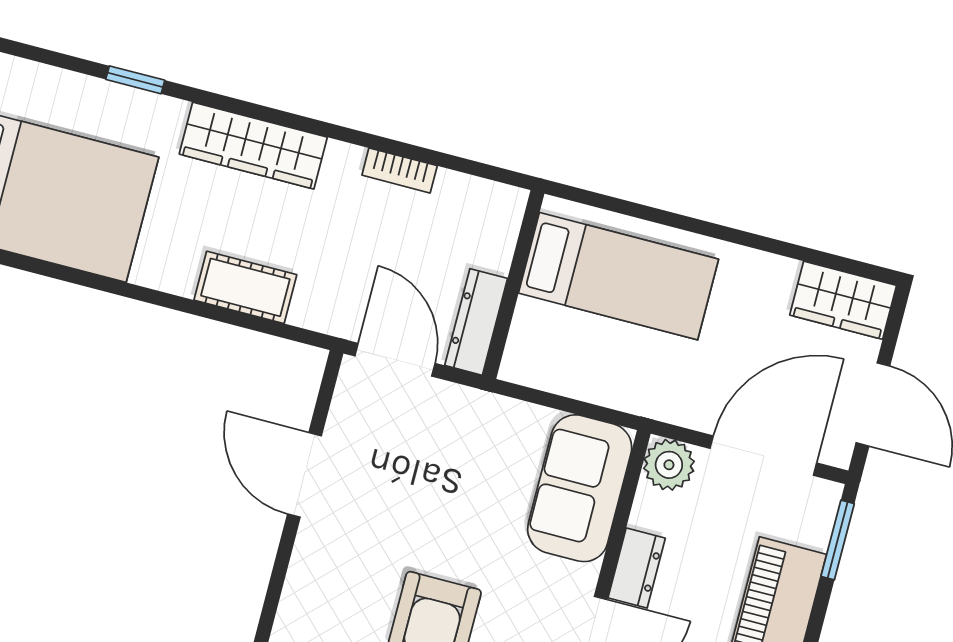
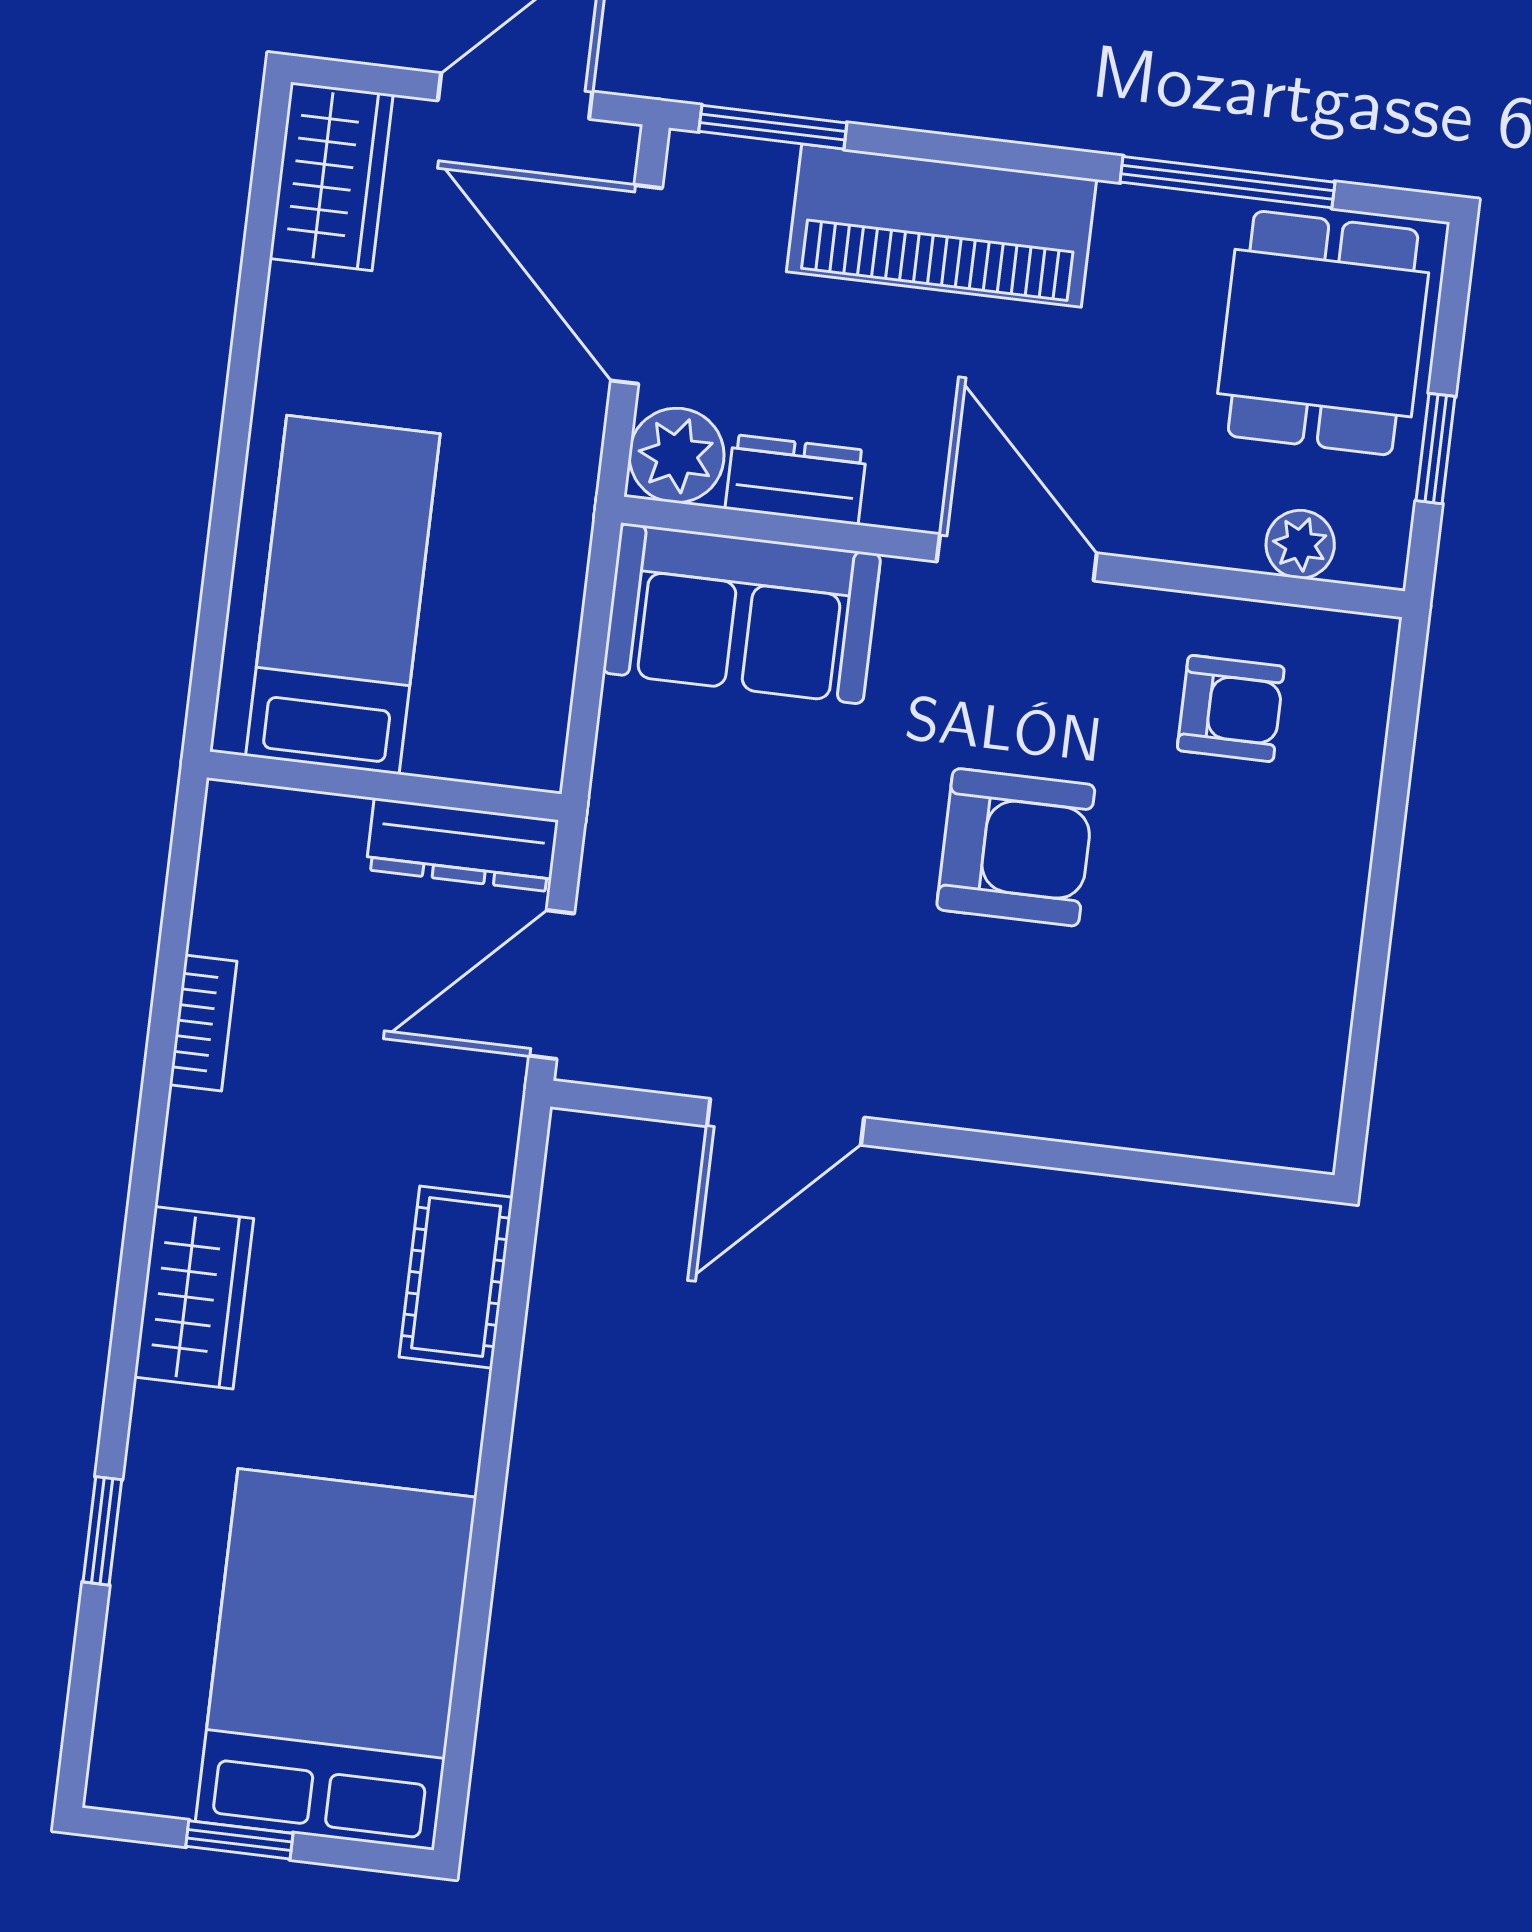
wardrobe: (253, 146) -> (194, 1298), width x0.67
dresser: (637, 568) -> (796, 480), moved

